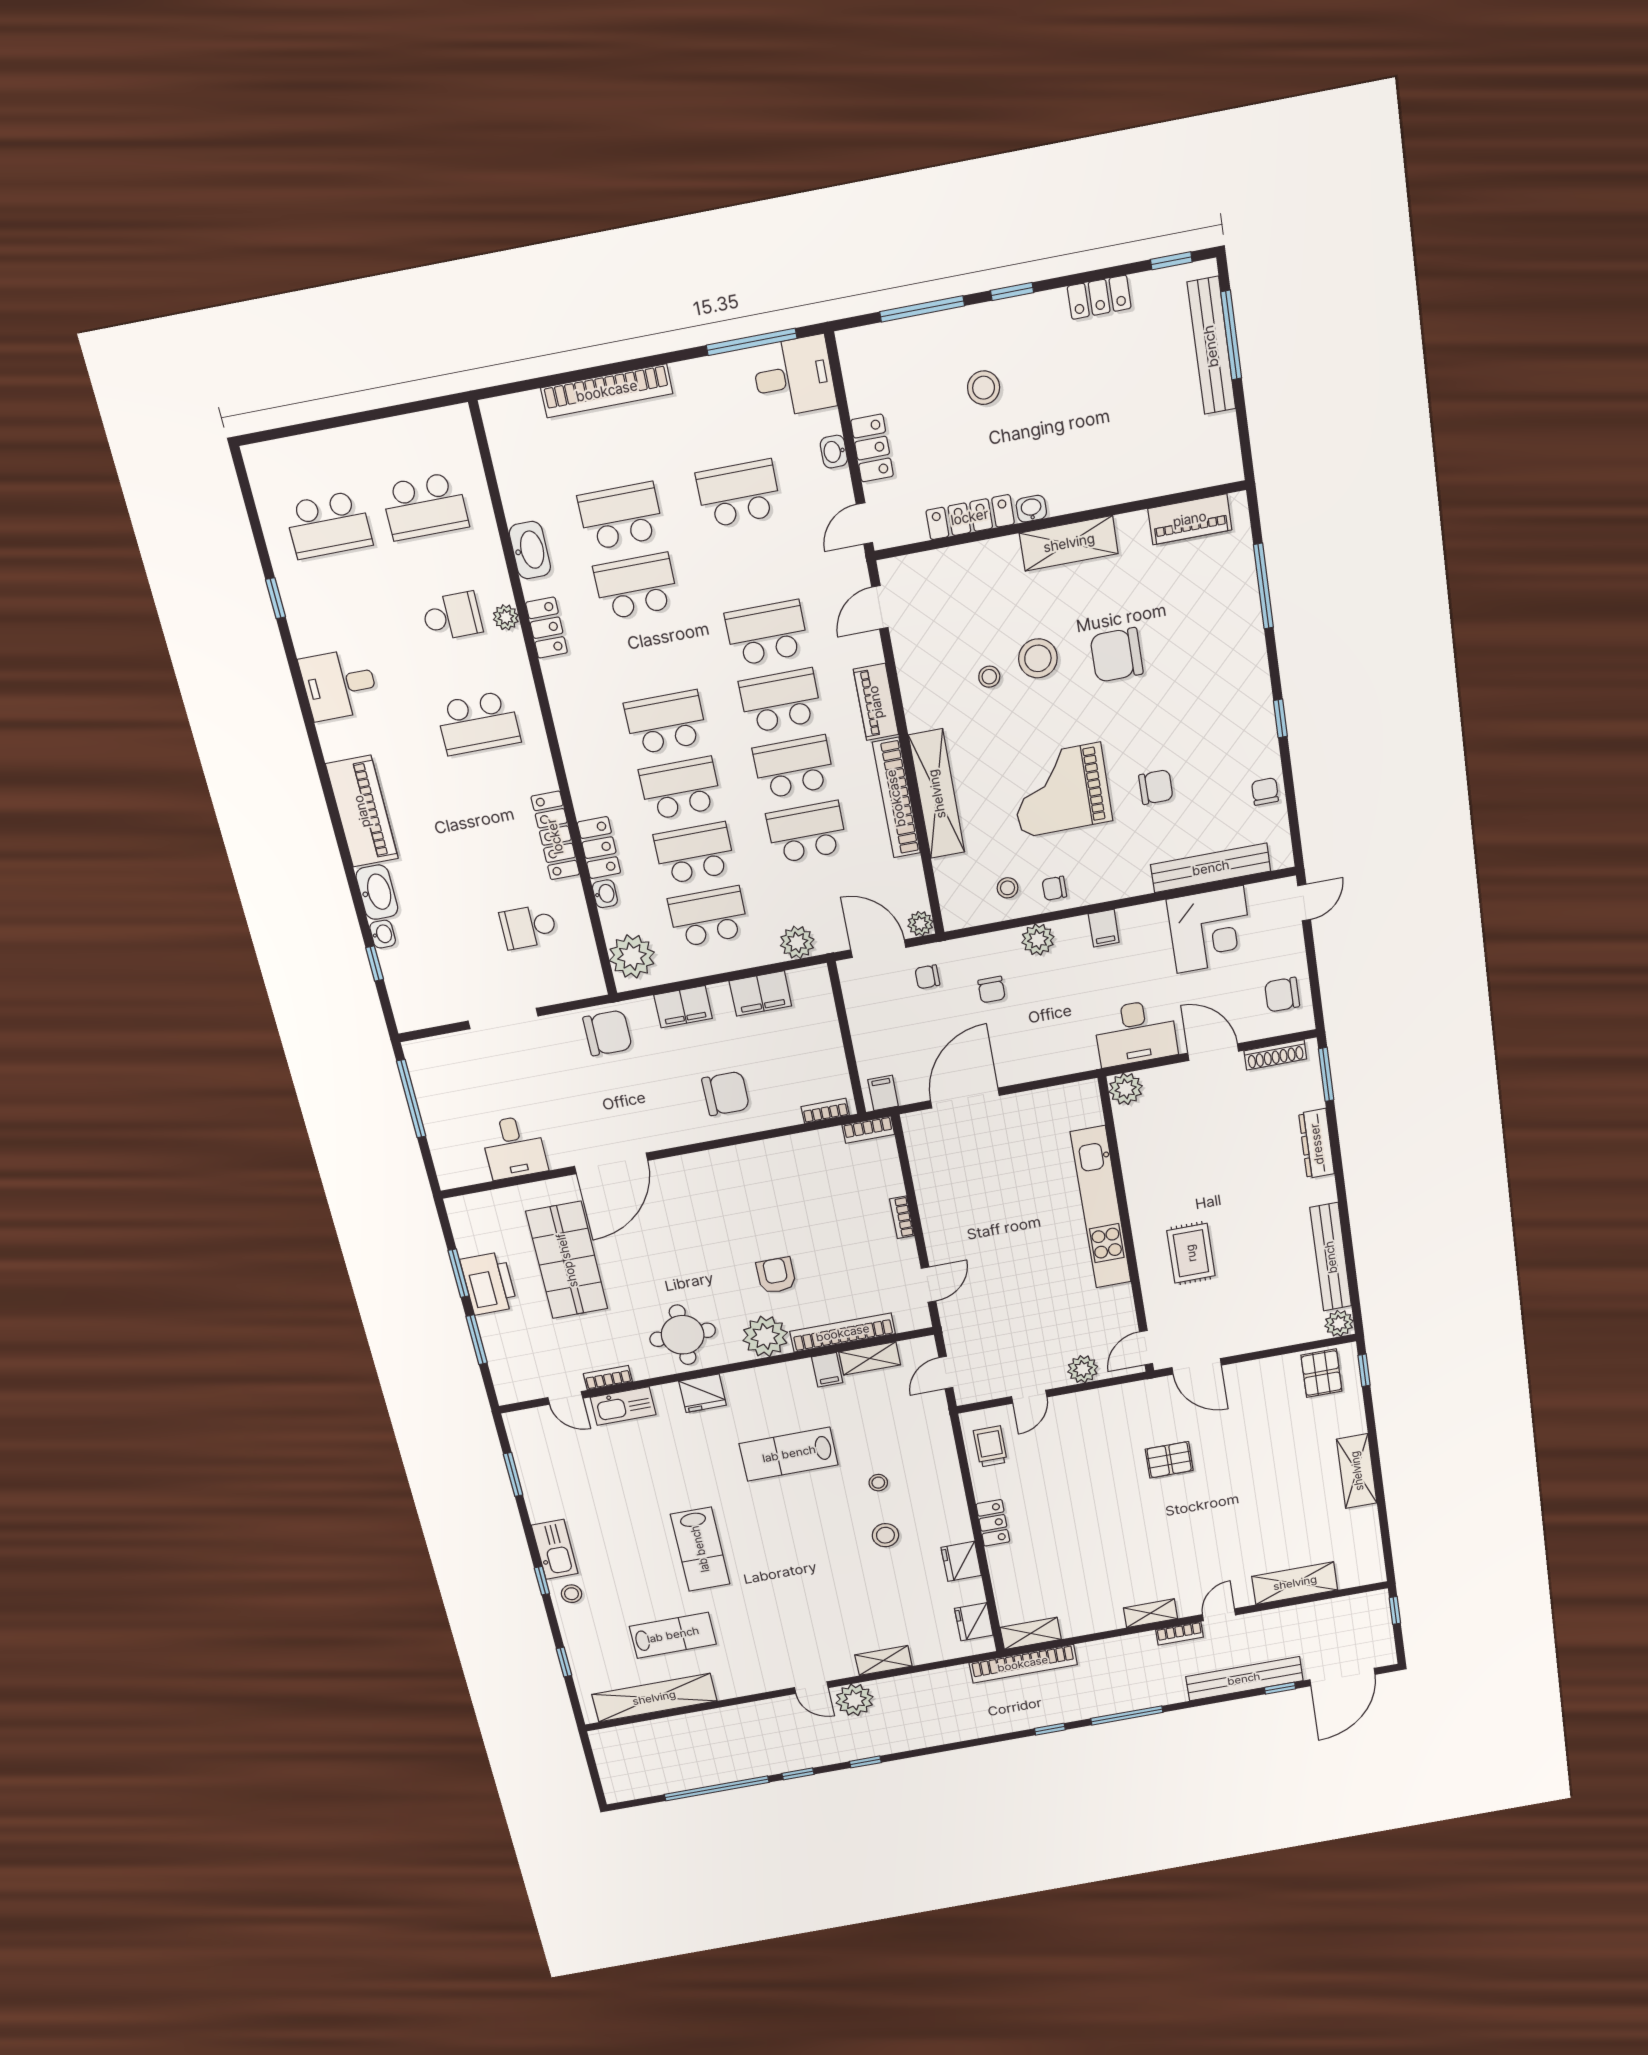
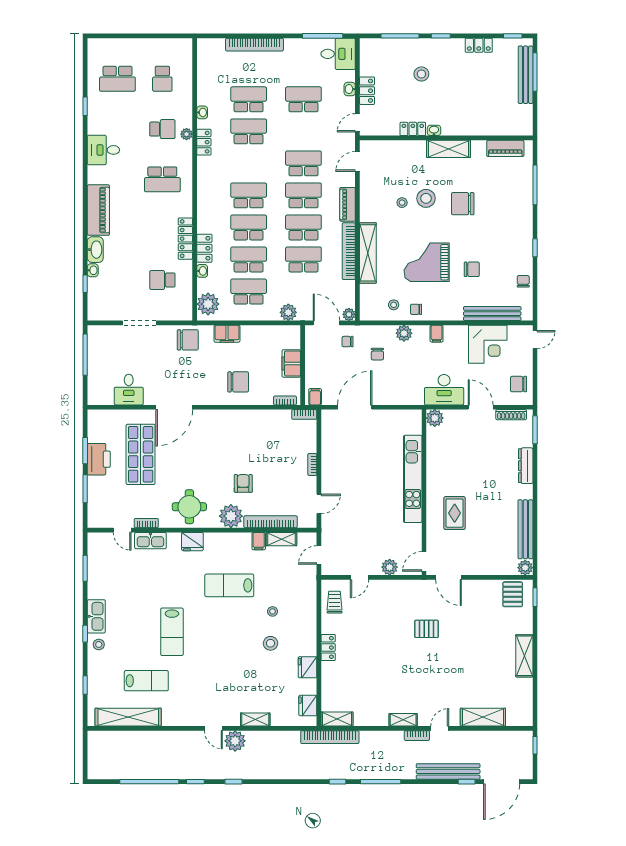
school desk: (425, 506) -> (162, 79), width x0.54
locker: (970, 517) -> (413, 129), width x0.66
washbasin: (530, 550) -> (202, 112), width x0.52, depth x0.69
filing cabinet: (760, 993) -> (291, 363), moved, turned 90

